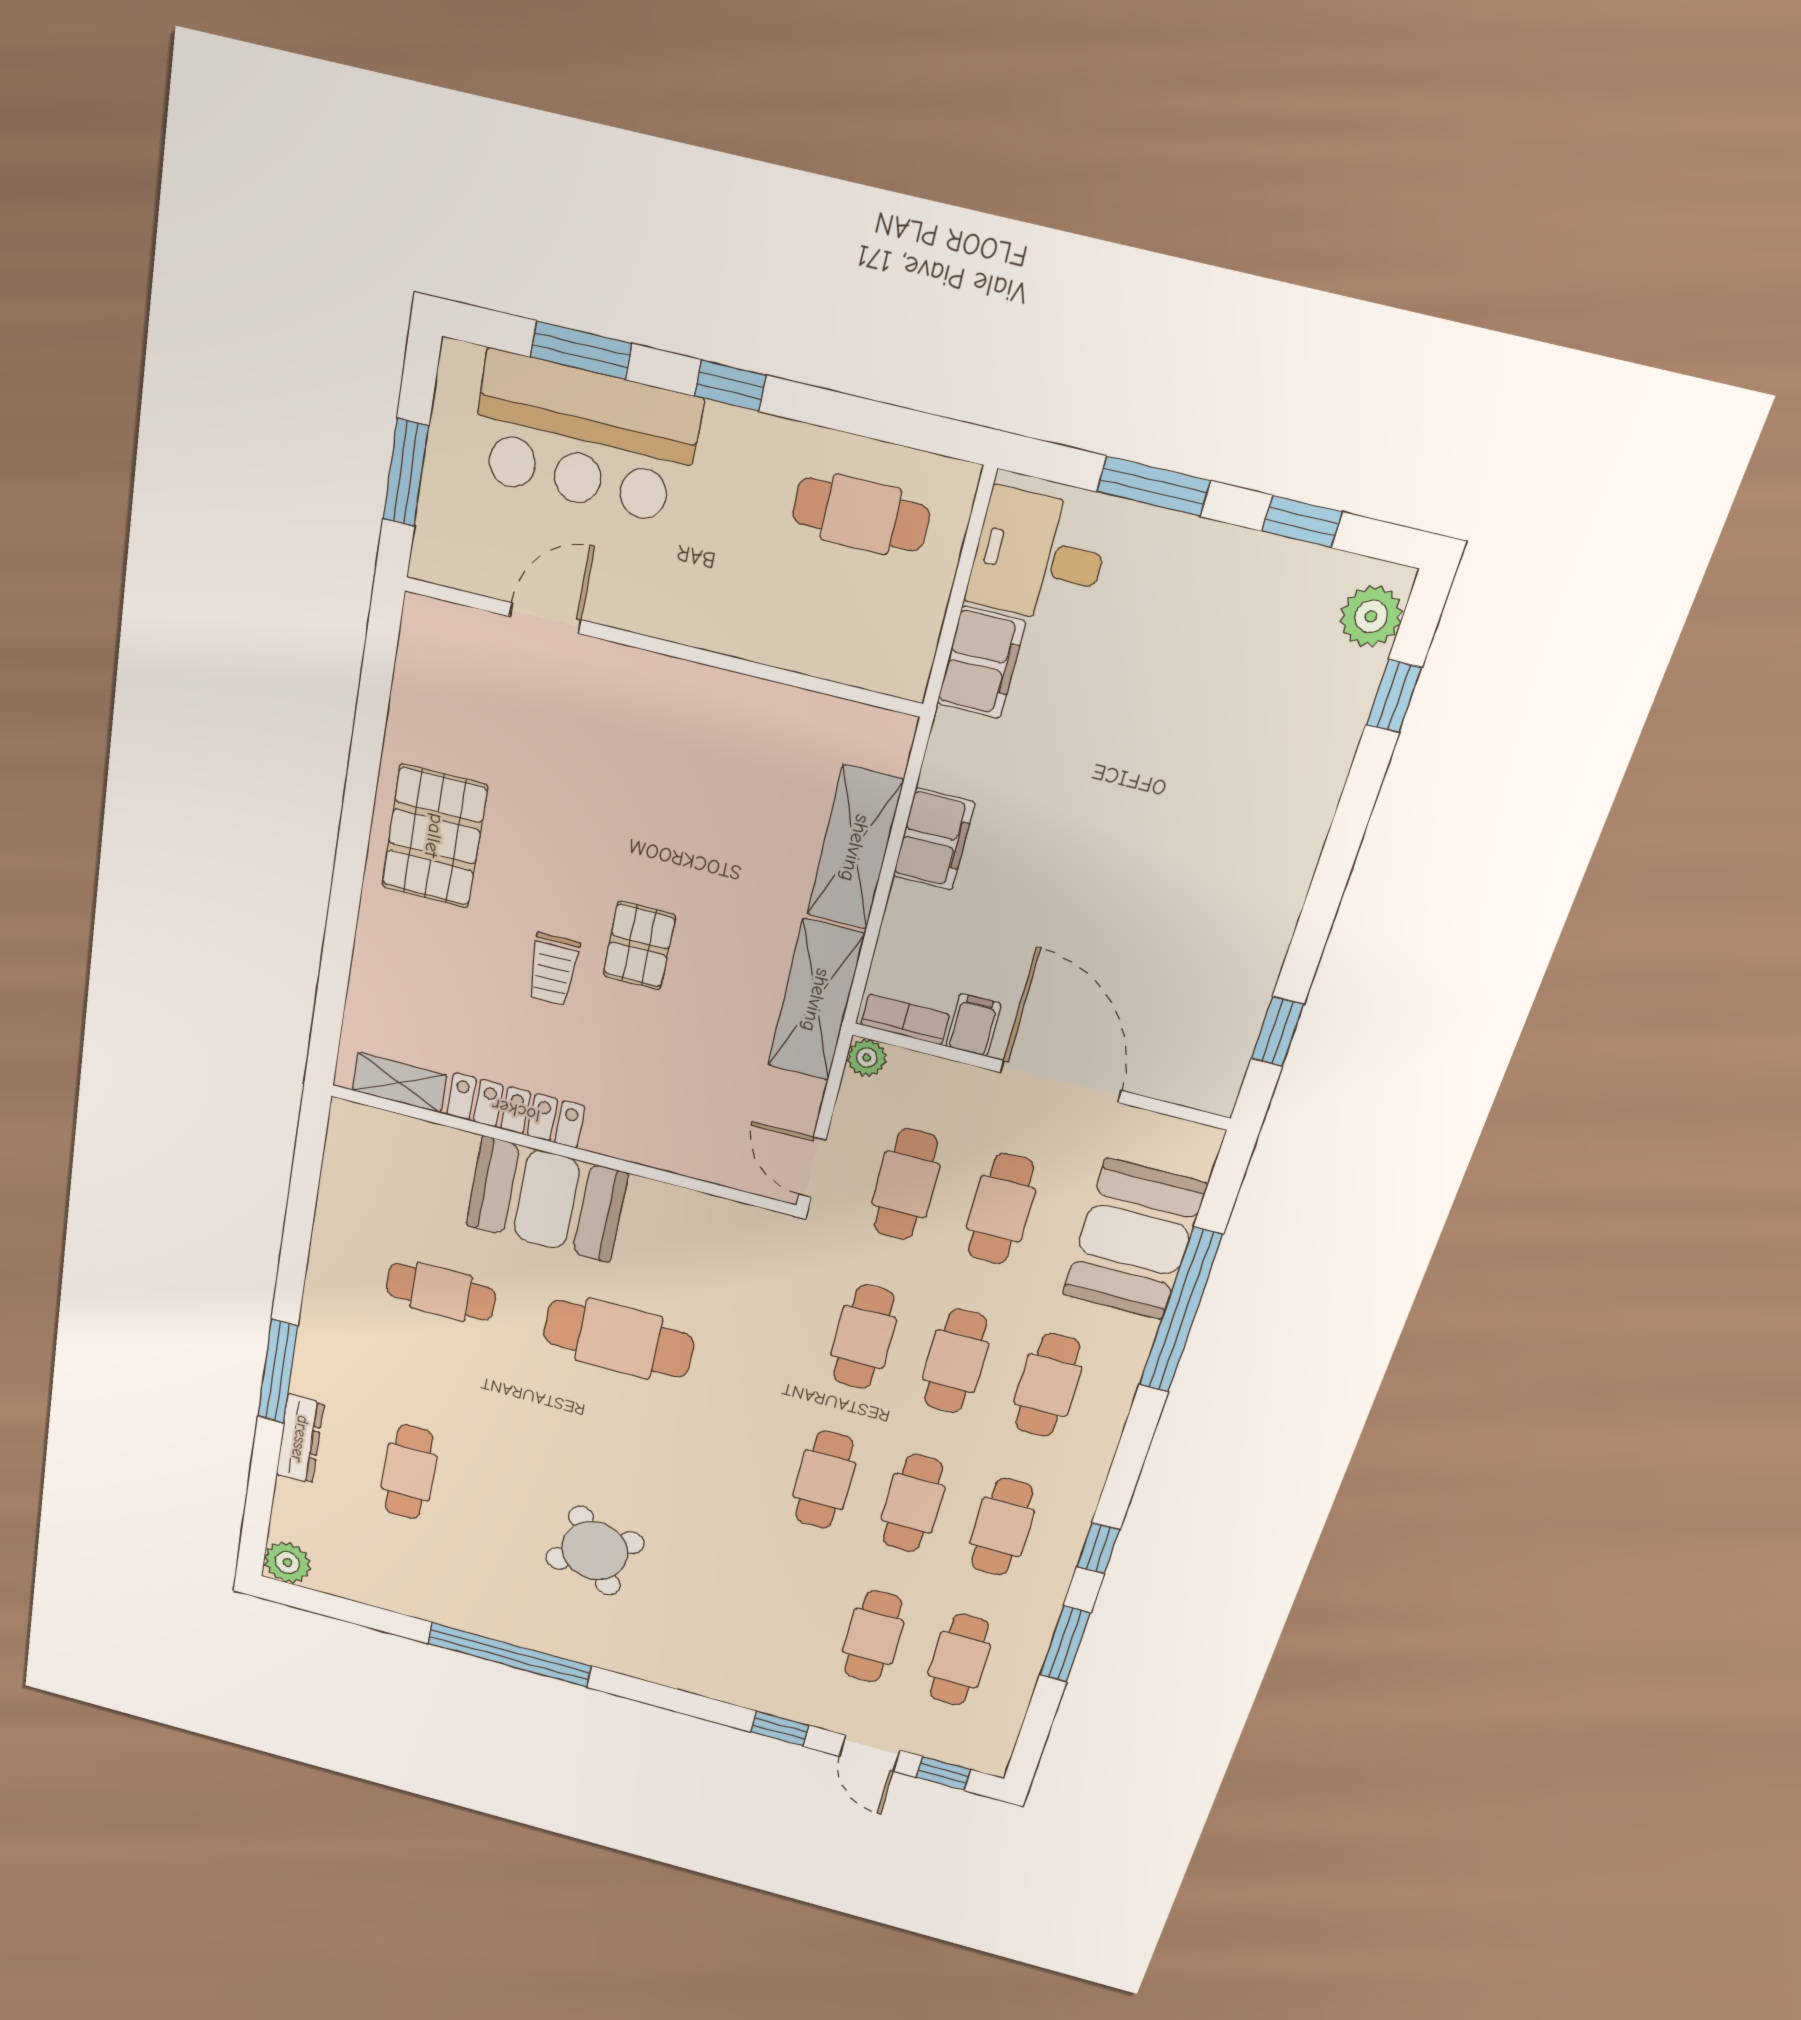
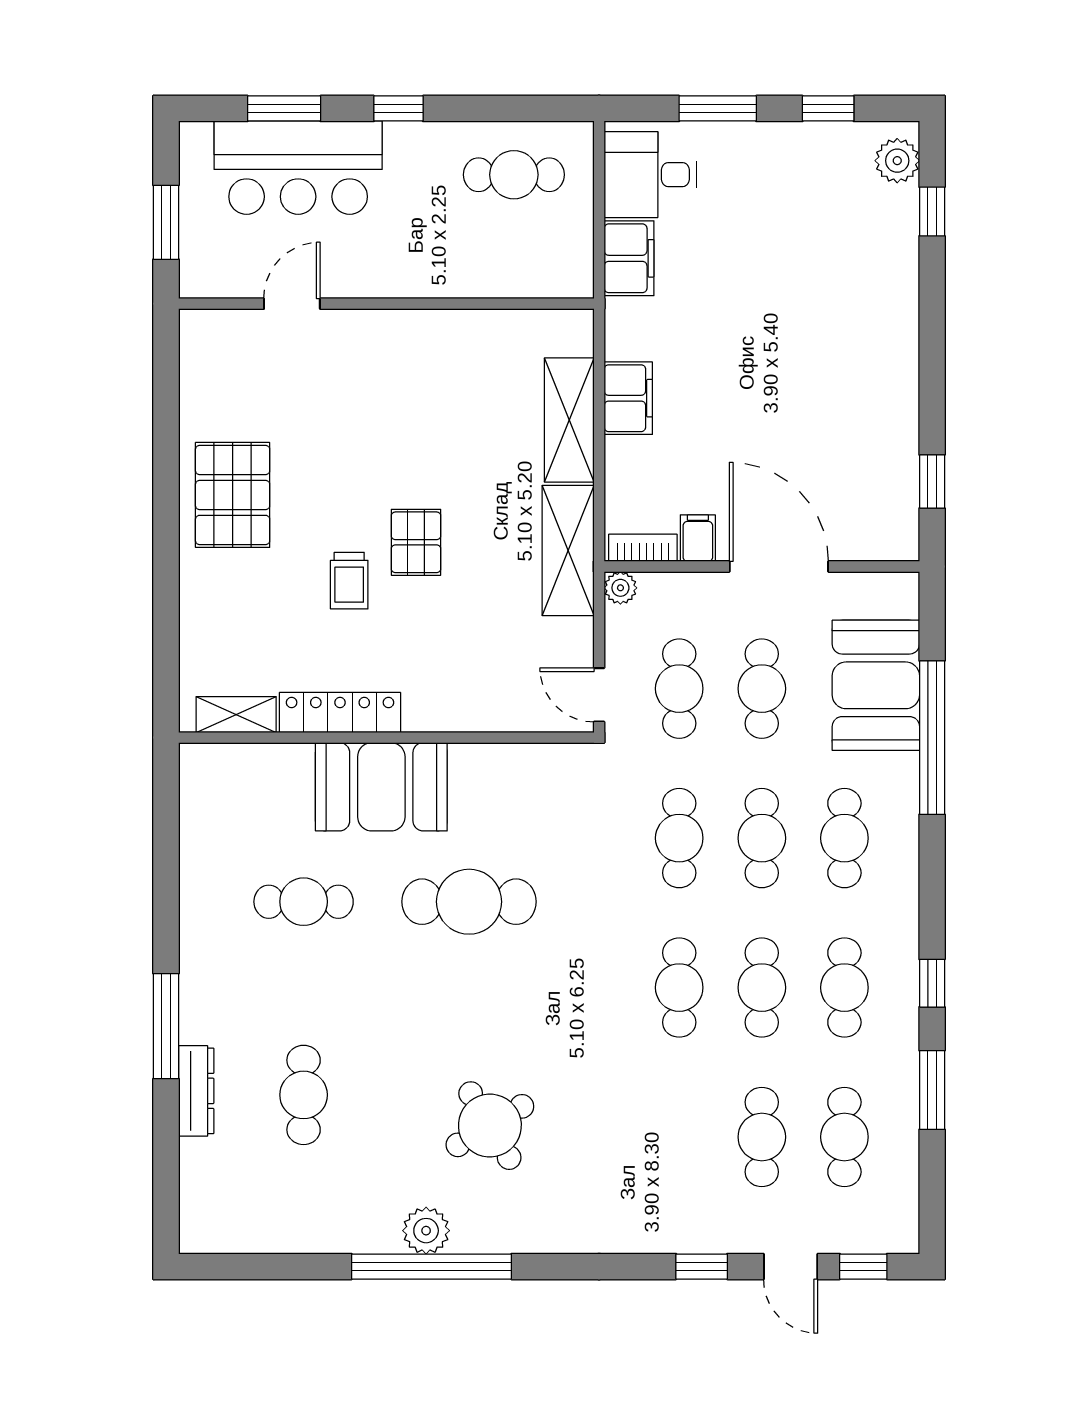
plant: (287, 1563) -> (426, 1231), moved

